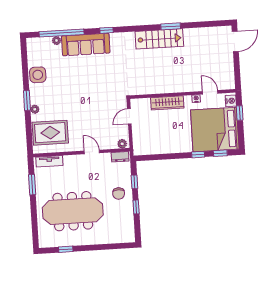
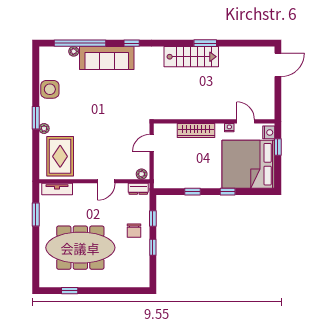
rug: (50, 133) -> (60, 156), turned 90
door: (92, 152) -> (106, 181), swing flipped
window: (220, 153) -> (193, 192), moved

